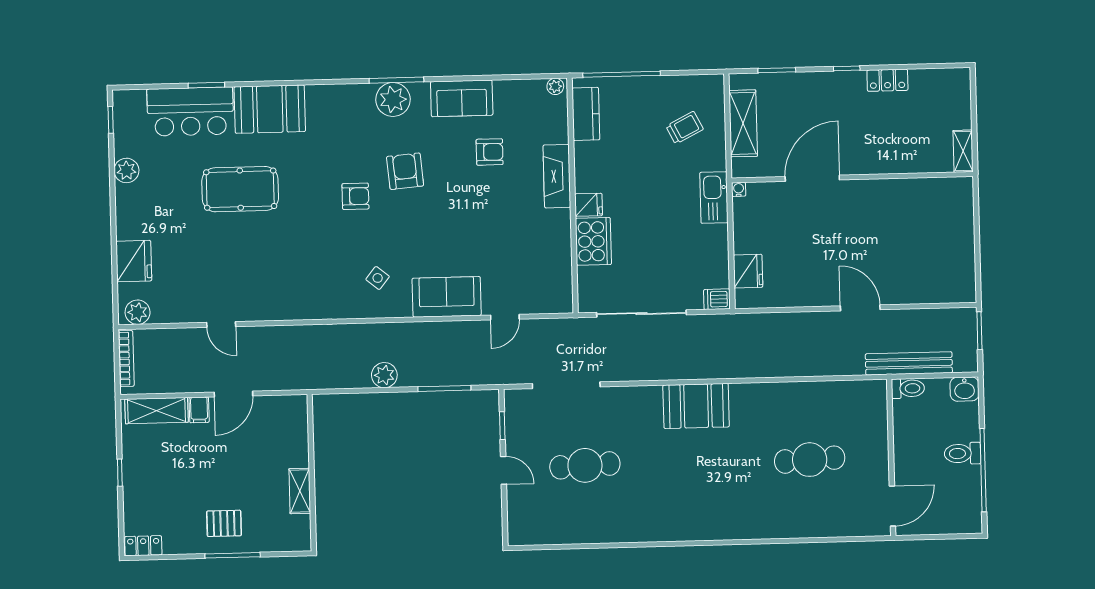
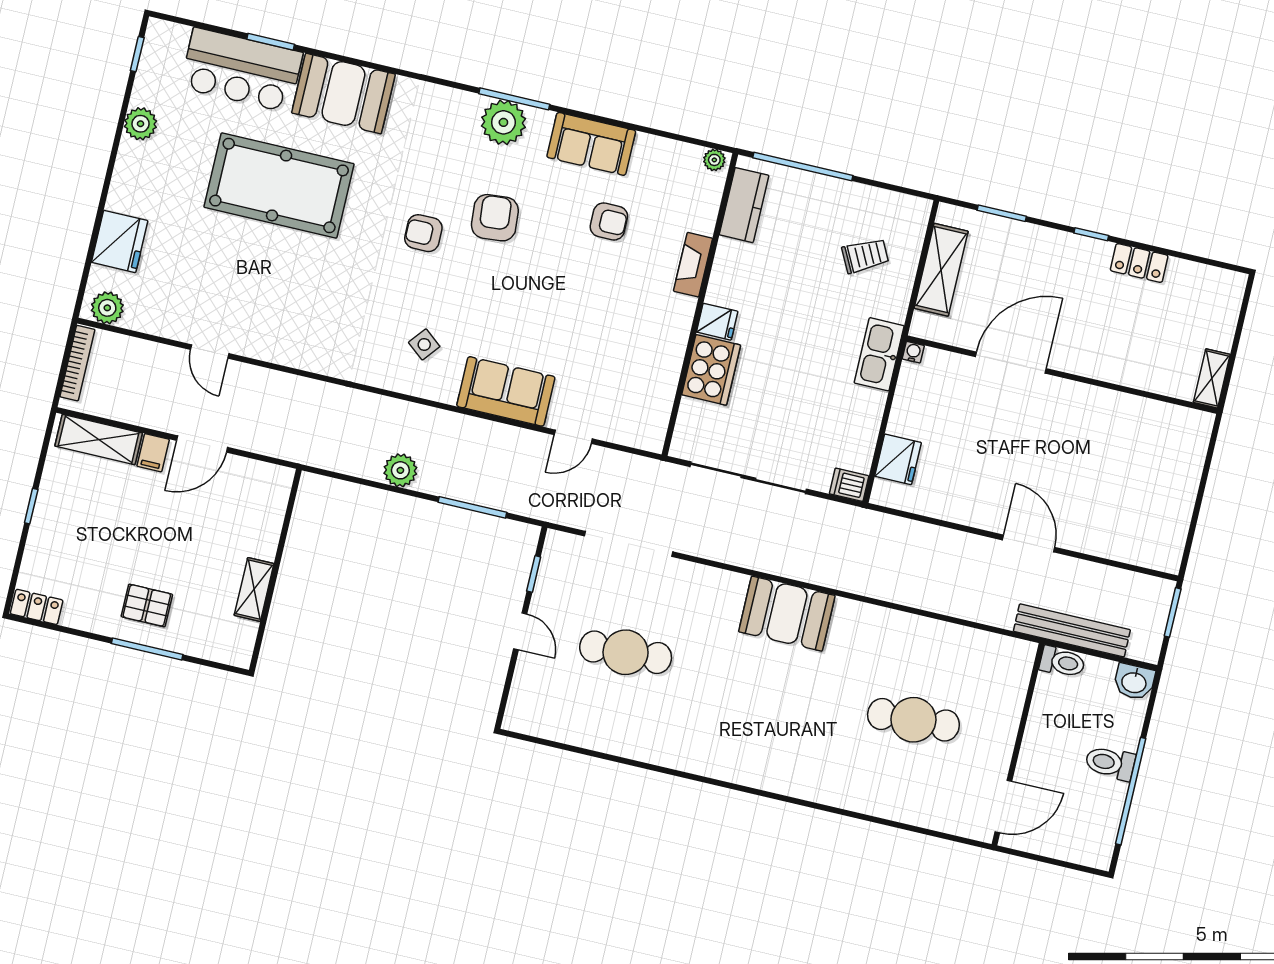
fireplace: (557, 176) -> (693, 265), width x0.73, depth x0.76
pool table: (240, 189) -> (279, 186), width x1.36, depth x1.32
armchair: (355, 196) -> (423, 233), turned 180

